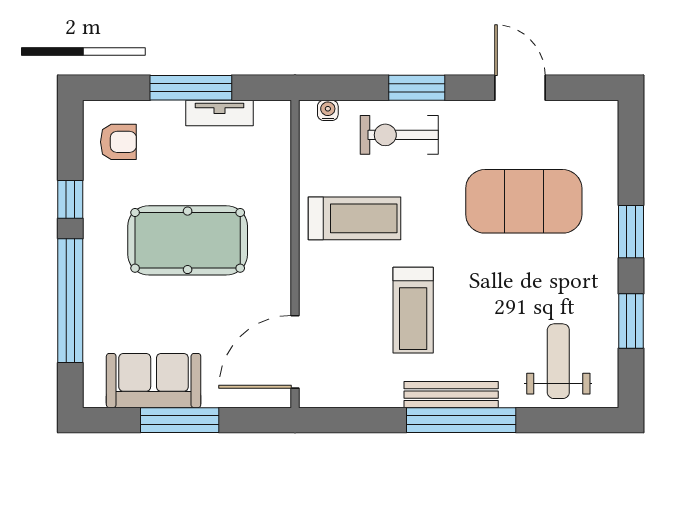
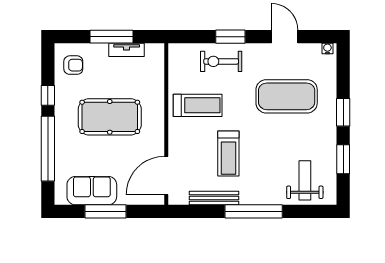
water cooler: (328, 110) -> (327, 48), moved
bench: (451, 395) -> (214, 198), moved

